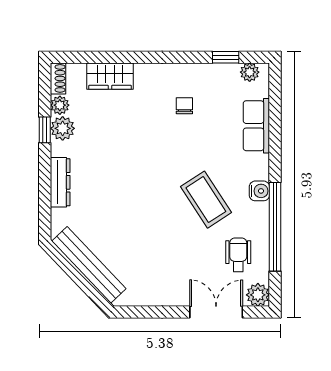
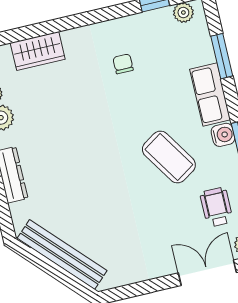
window: (275, 120) -> (222, 56), added
row of seats: (256, 126) -> (210, 94), moved

